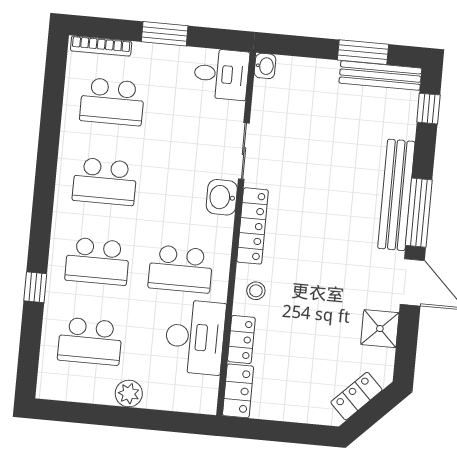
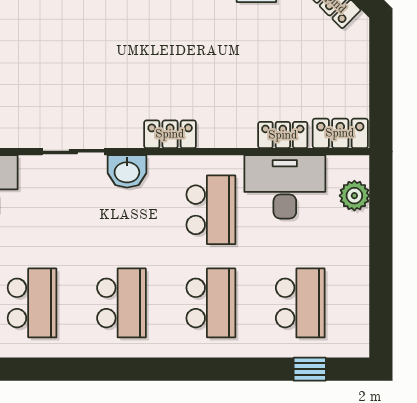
locker: (253, 226) -> (170, 134), width x0.66
window: (35, 287) -> (310, 369), moved
stool: (256, 291) -> (227, 124), removed
plant: (129, 394) -> (354, 196), moved

